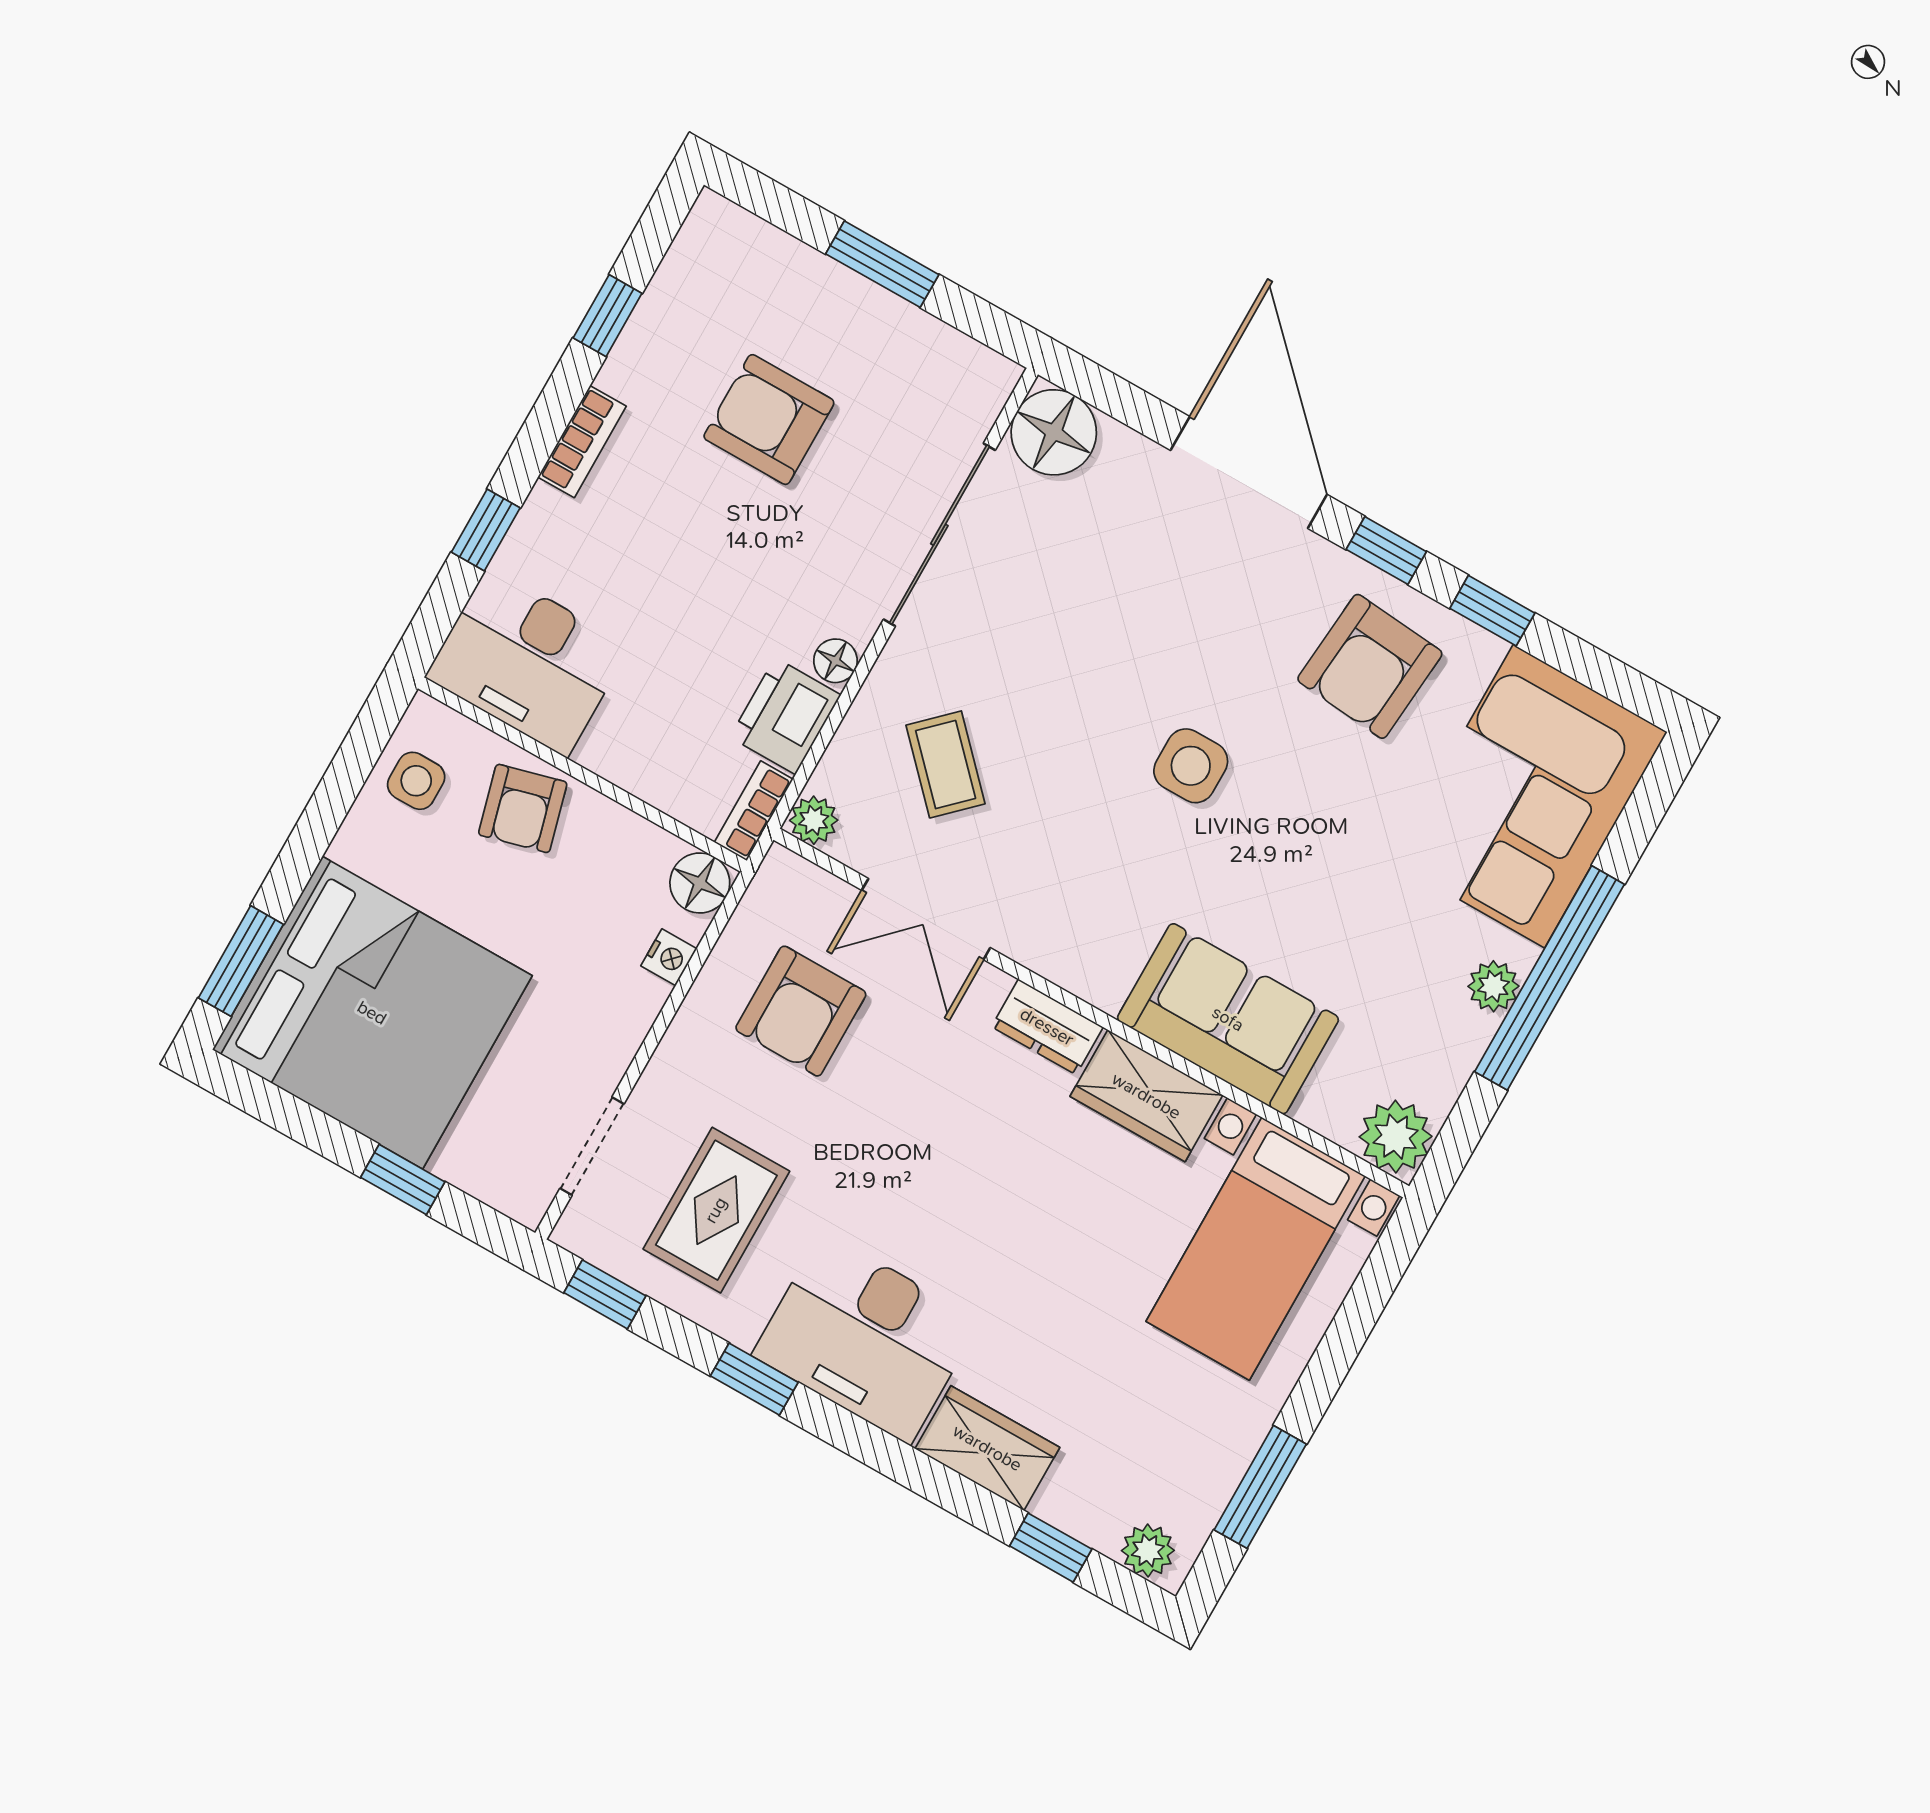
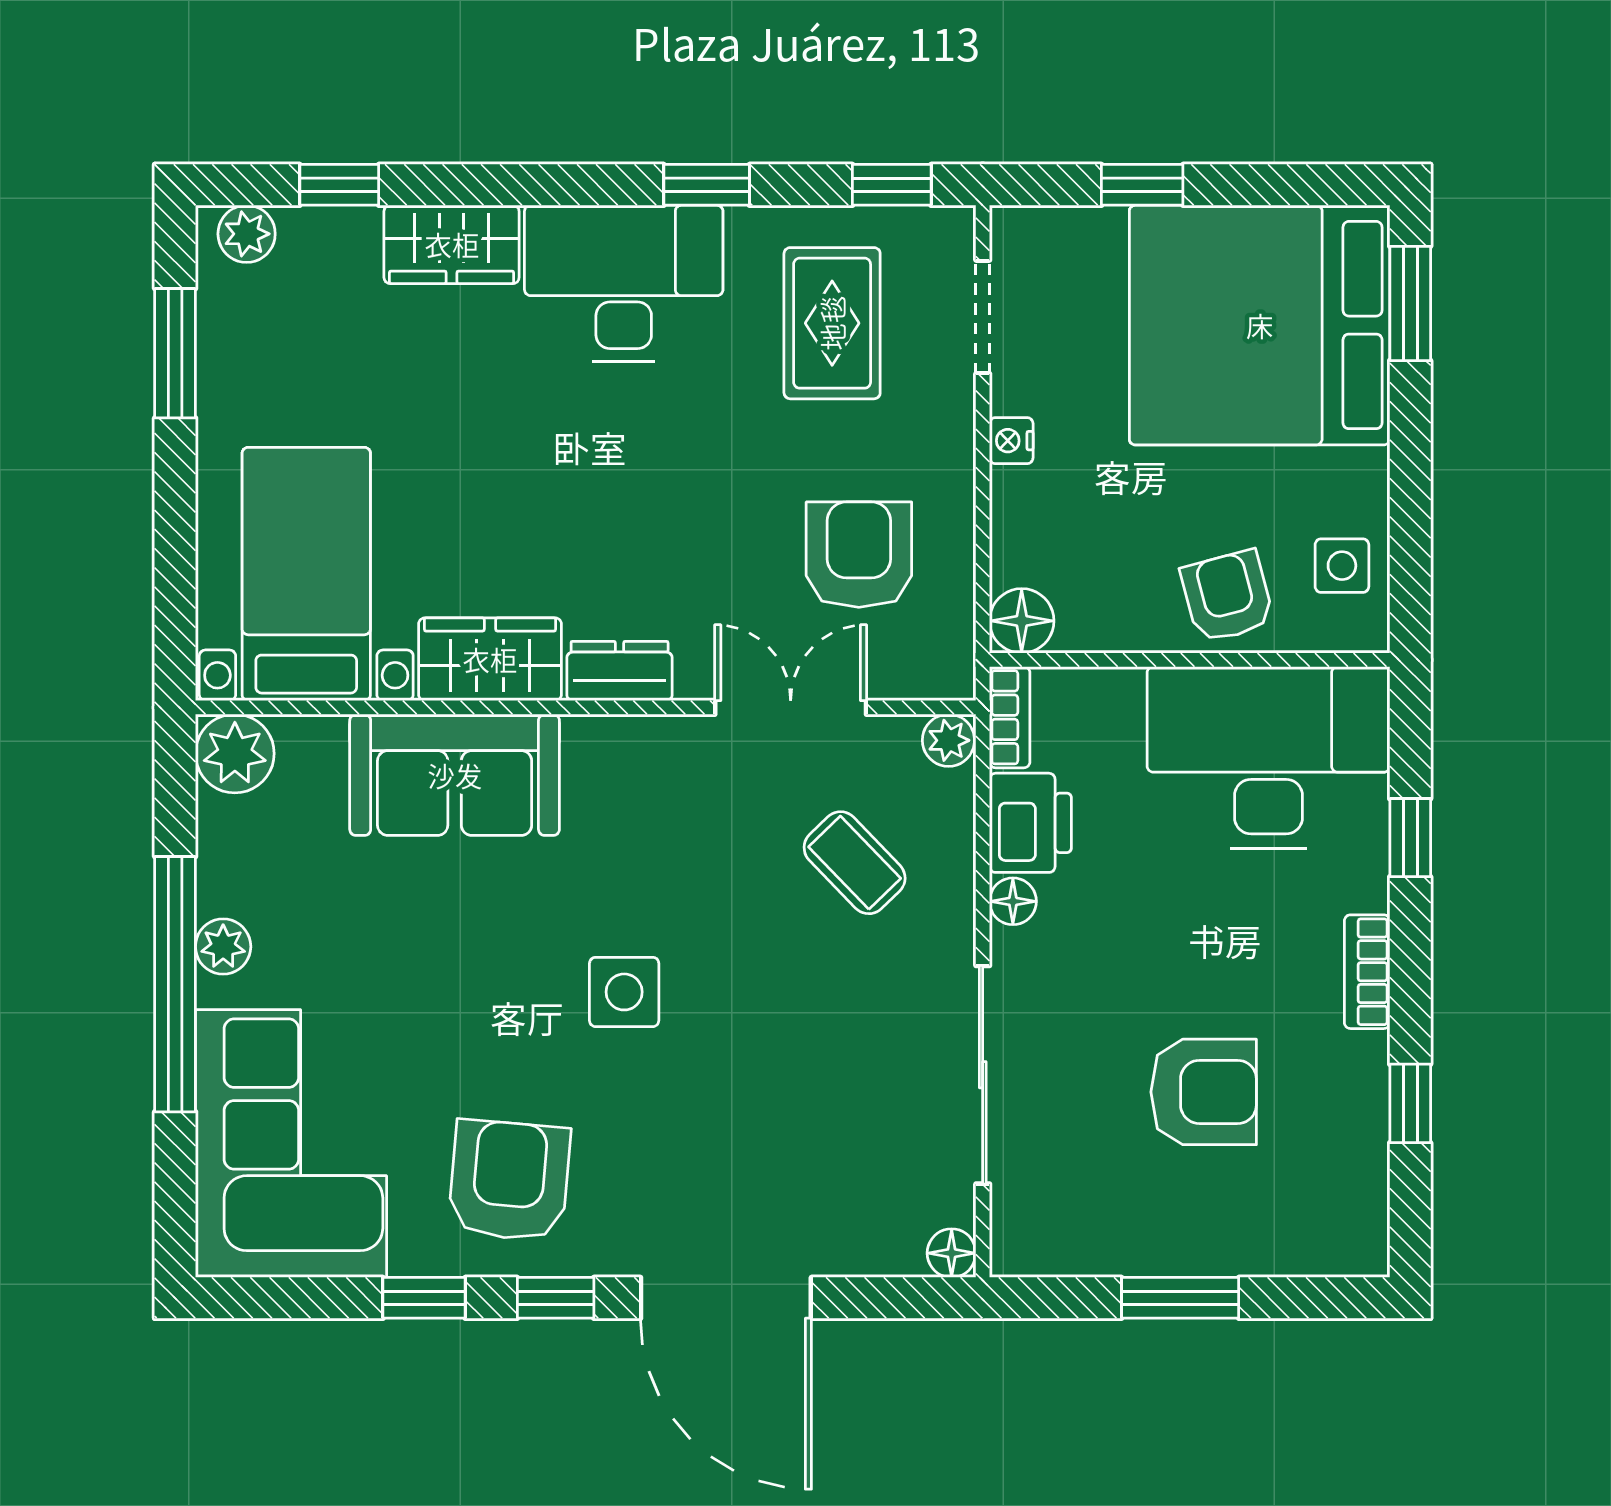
floor lamp: (1054, 432) -> (952, 1253), width x0.53, depth x0.53
desk: (528, 662) -> (1269, 758), width x1.36, depth x1.30
nightstand: (669, 957) -> (1011, 441), moved

